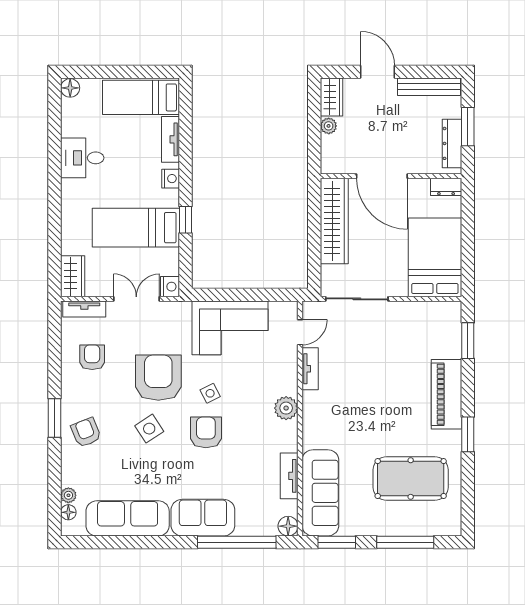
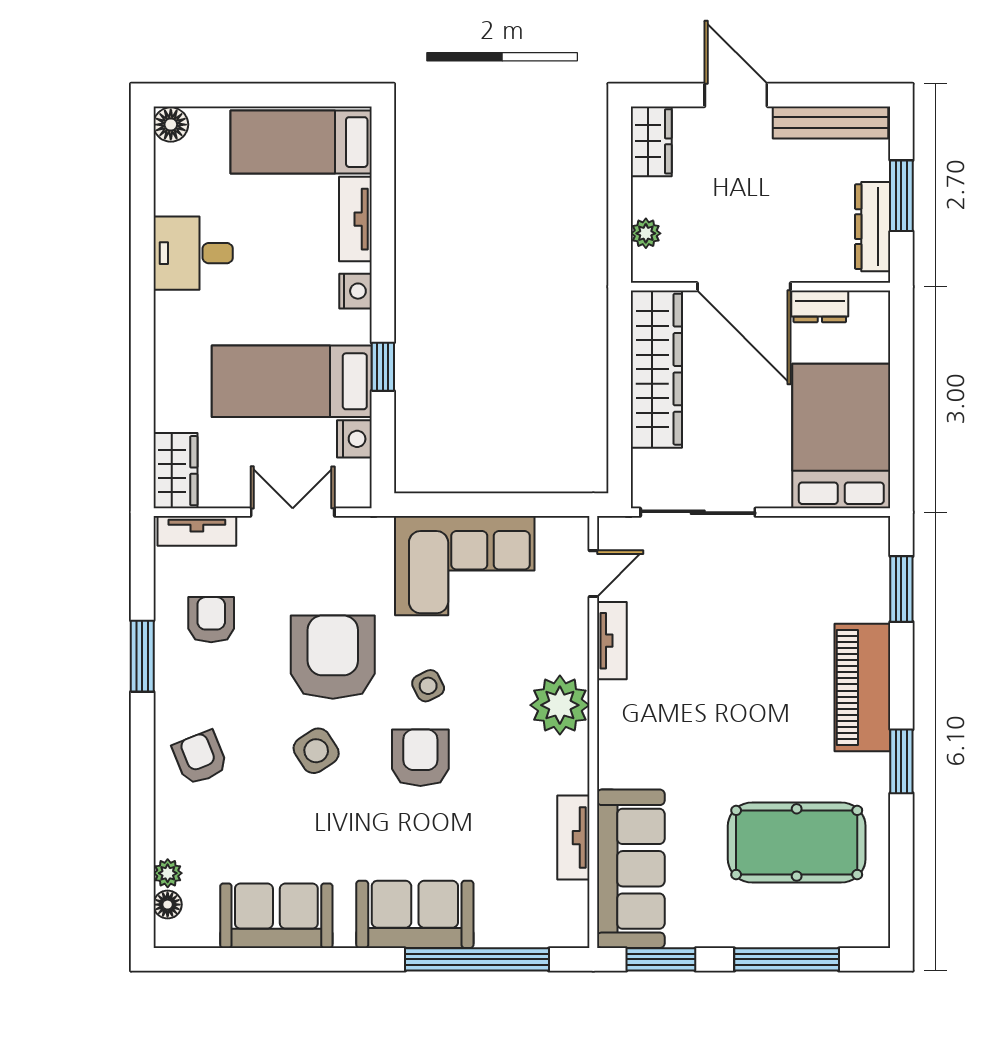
plant: (329, 126) -> (646, 233), moved
dresser: (446, 187) -> (820, 306), moved
nightstand: (170, 287) -> (354, 439), moved
plant: (286, 408) -> (560, 705), width x1.36, depth x1.36
window: (55, 418) -> (142, 656), moved
sofa: (128, 518) -> (276, 916), width x0.73
floor lamp: (288, 526) -> (571, 930), removed

